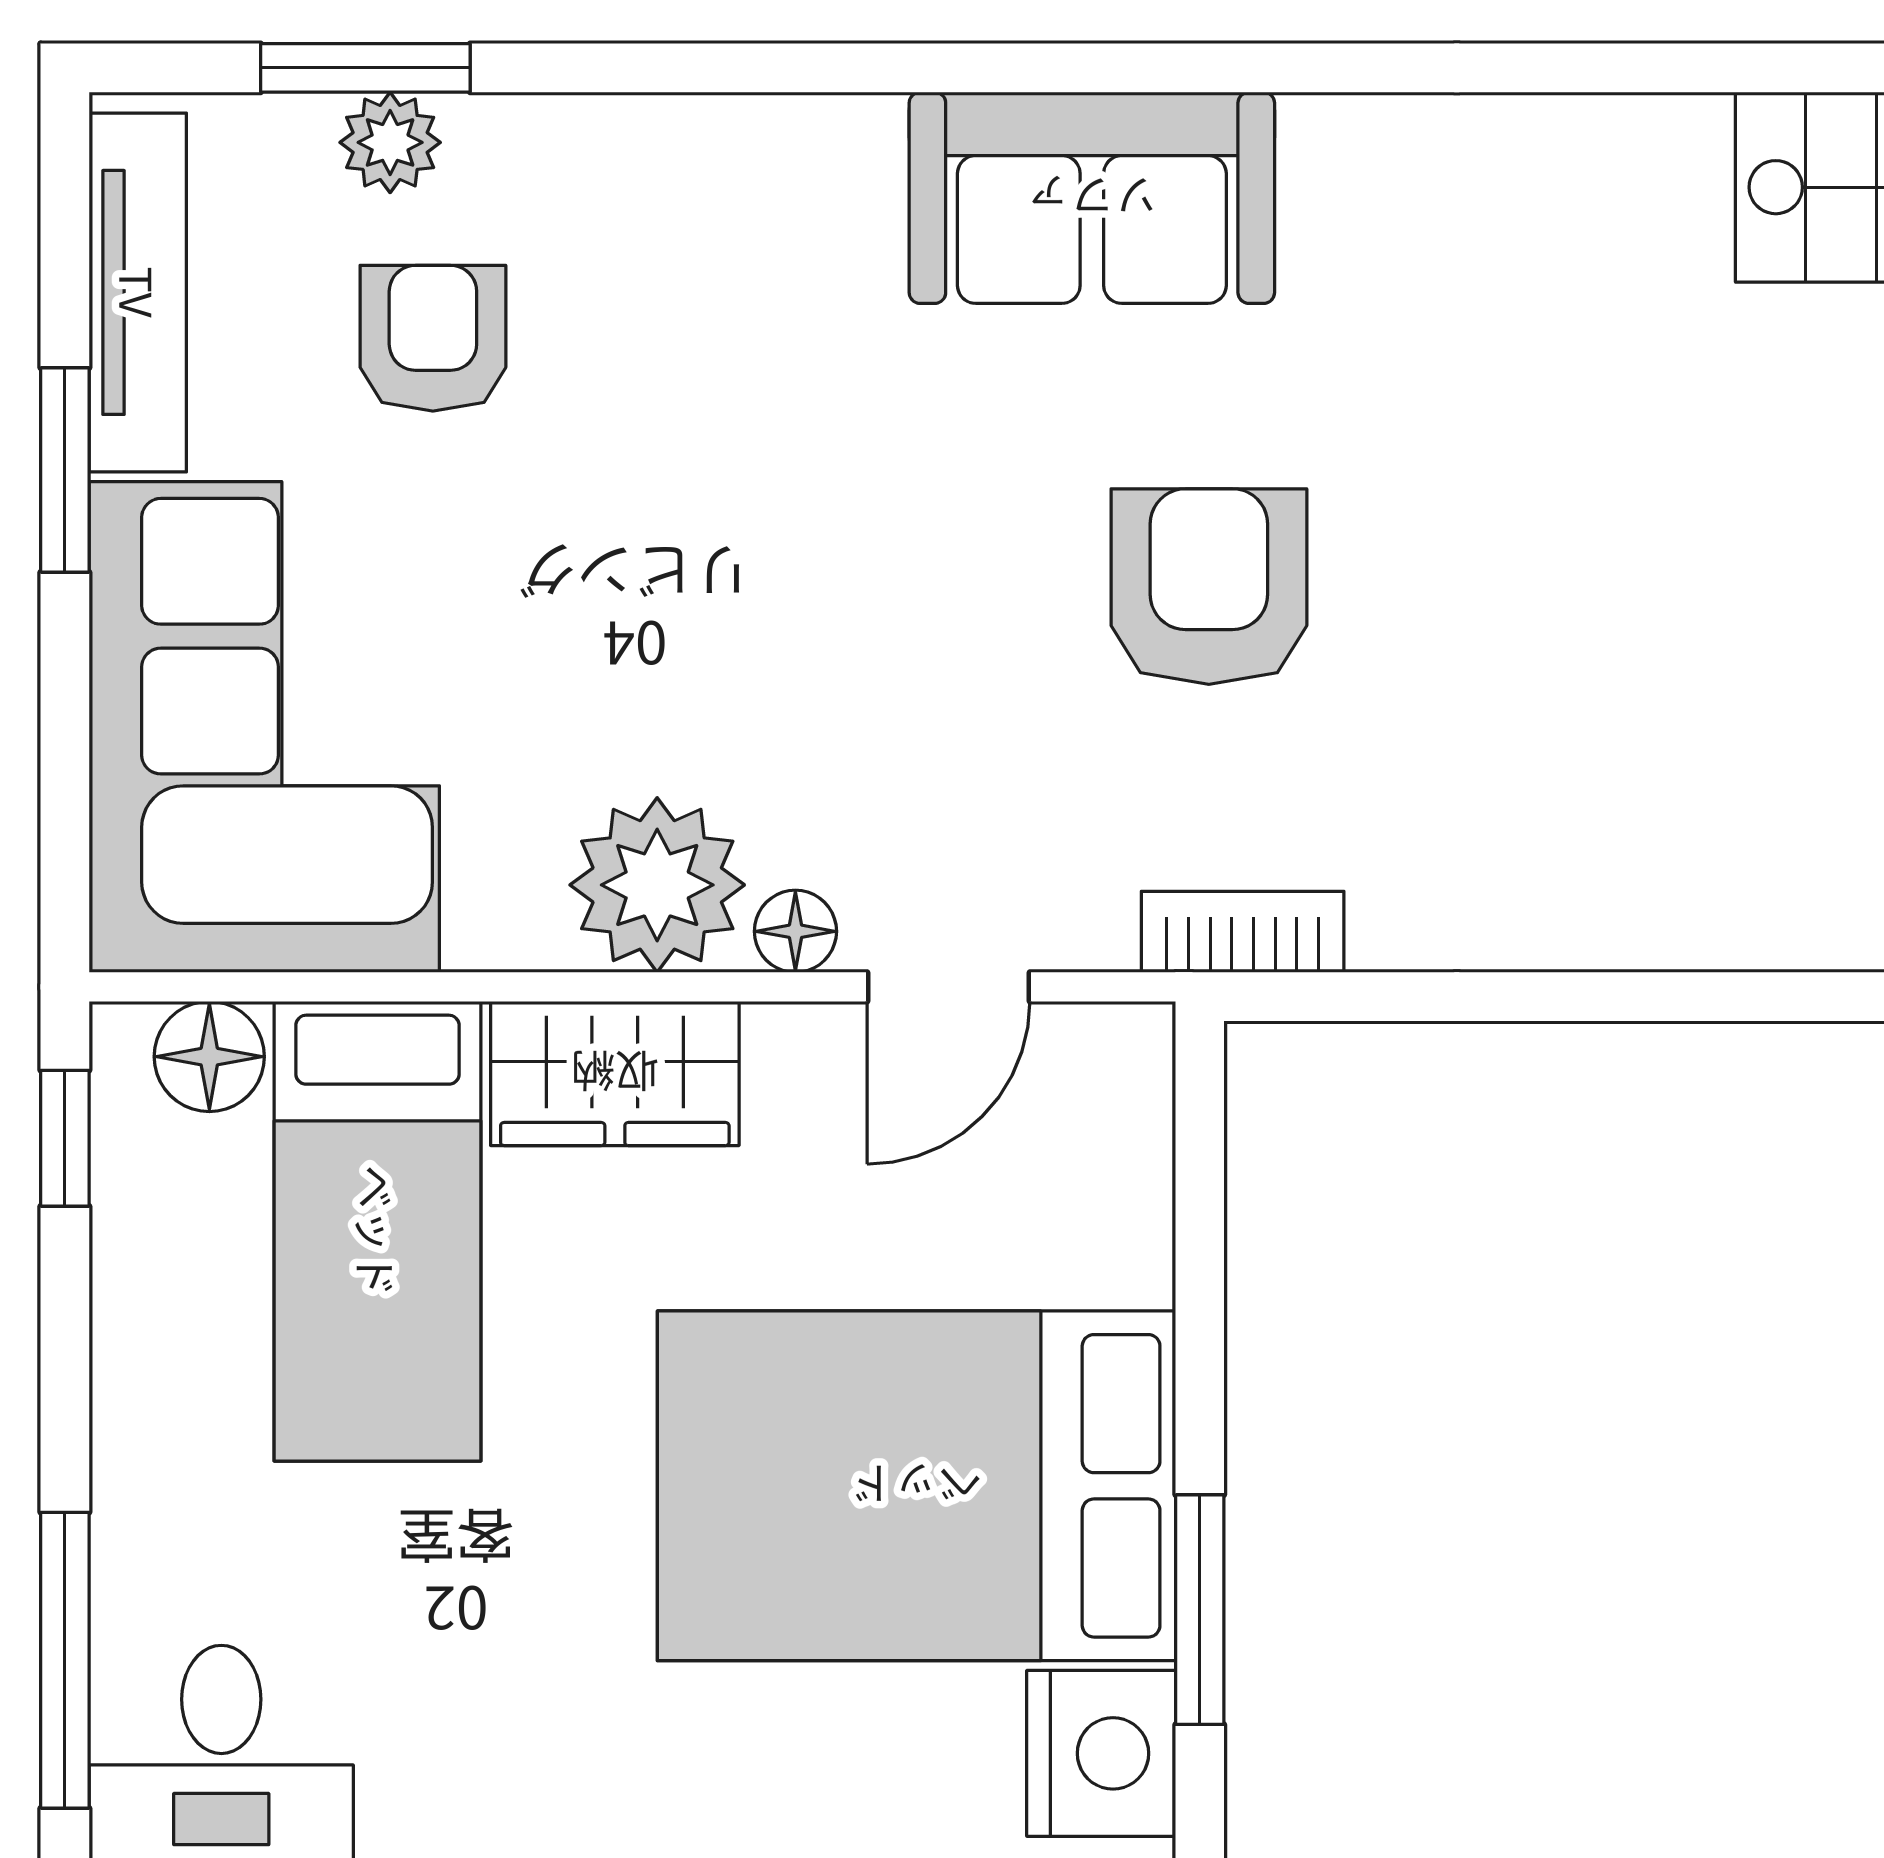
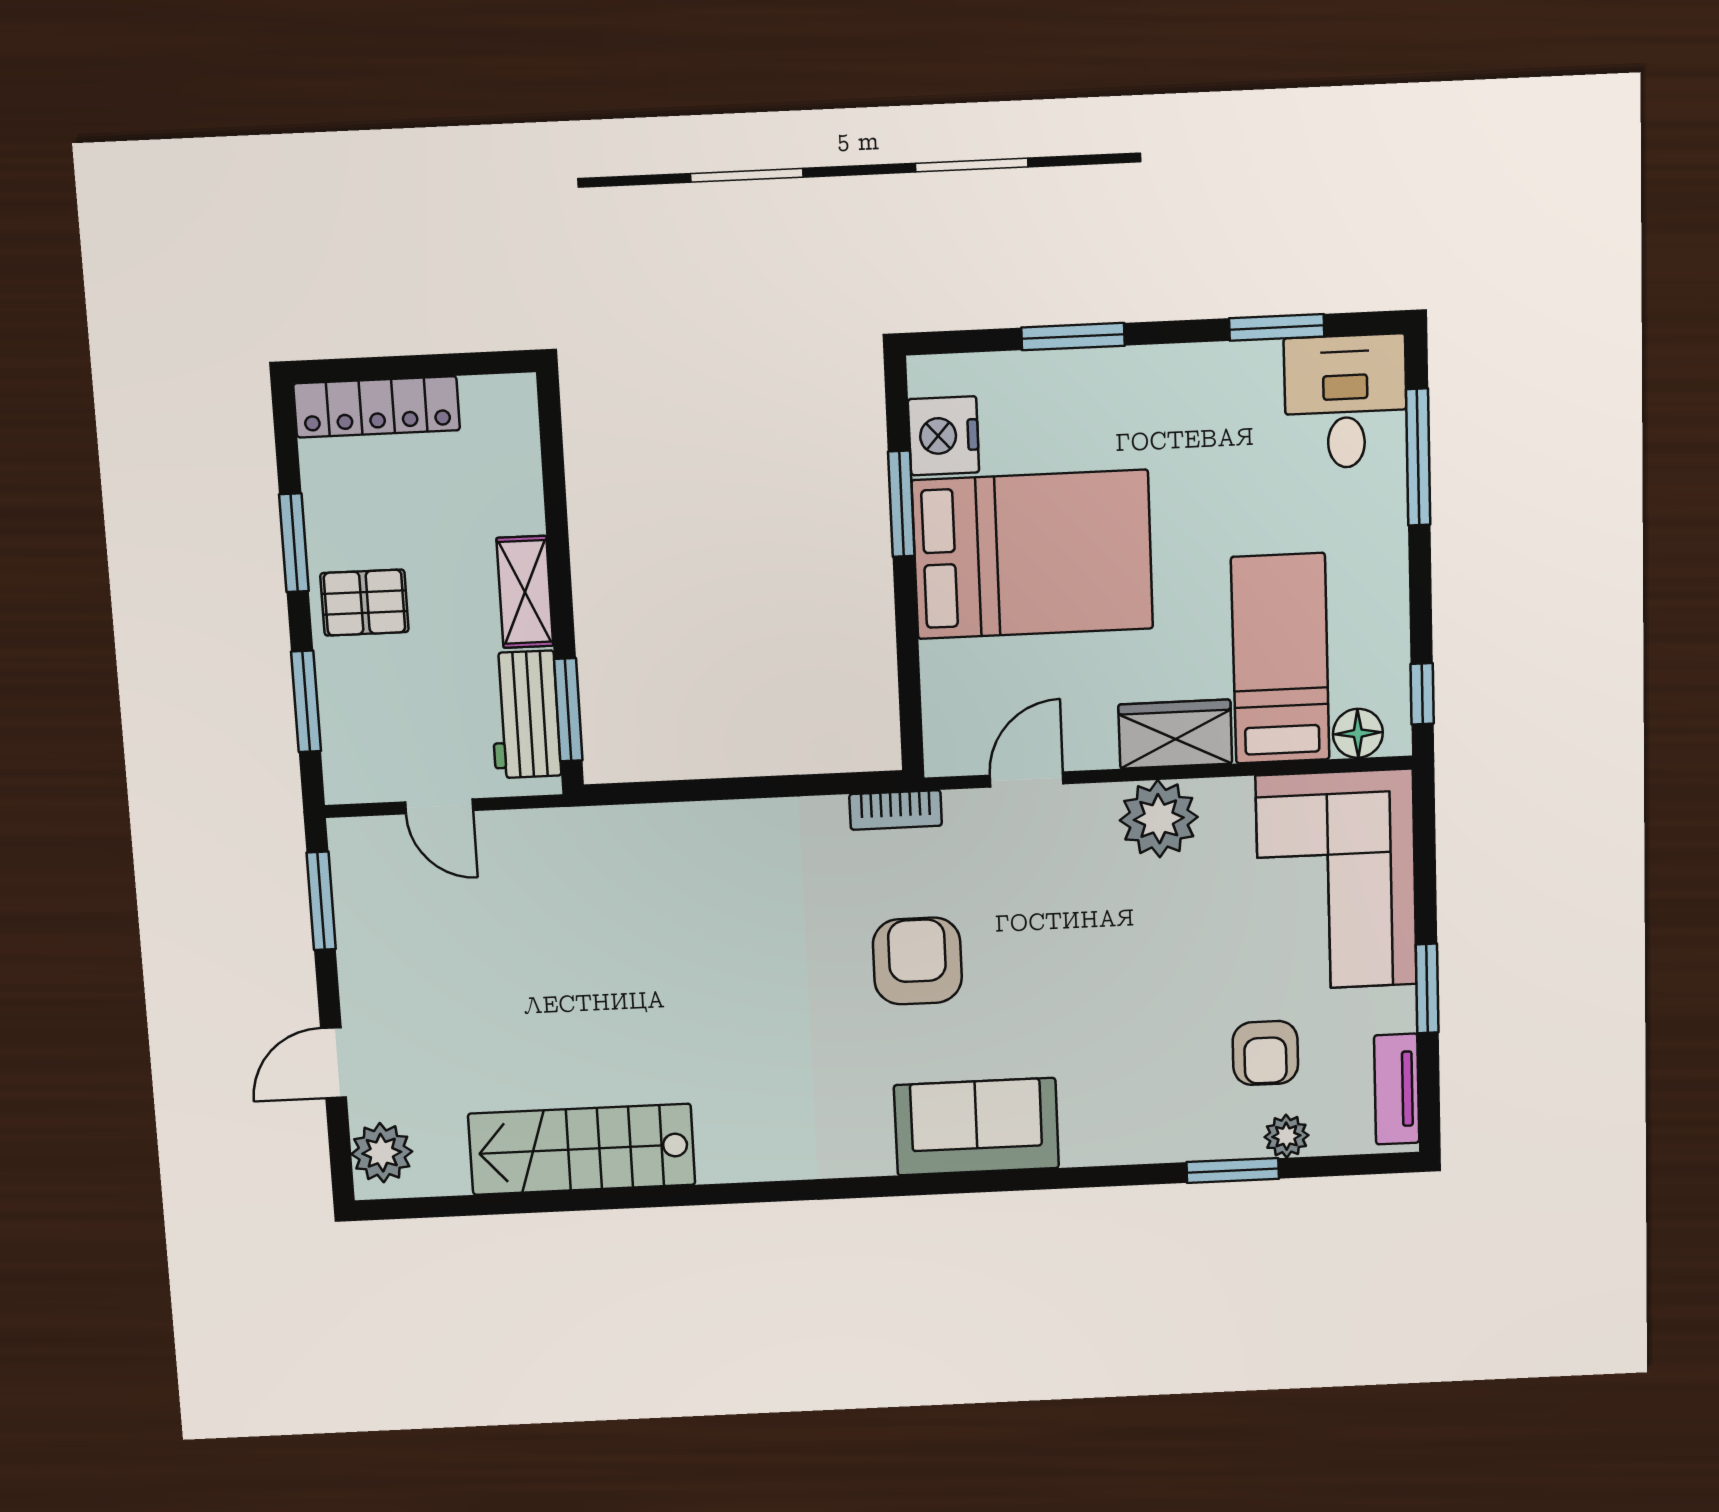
window: (365, 68) -> (1233, 1170), moved
tv unit: (138, 292) -> (1397, 1089), width x0.71
armchair: (1209, 587) -> (917, 961), turned 180
floor lamp: (795, 931) -> (1096, 801), removed

